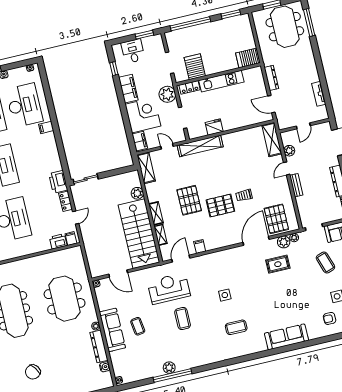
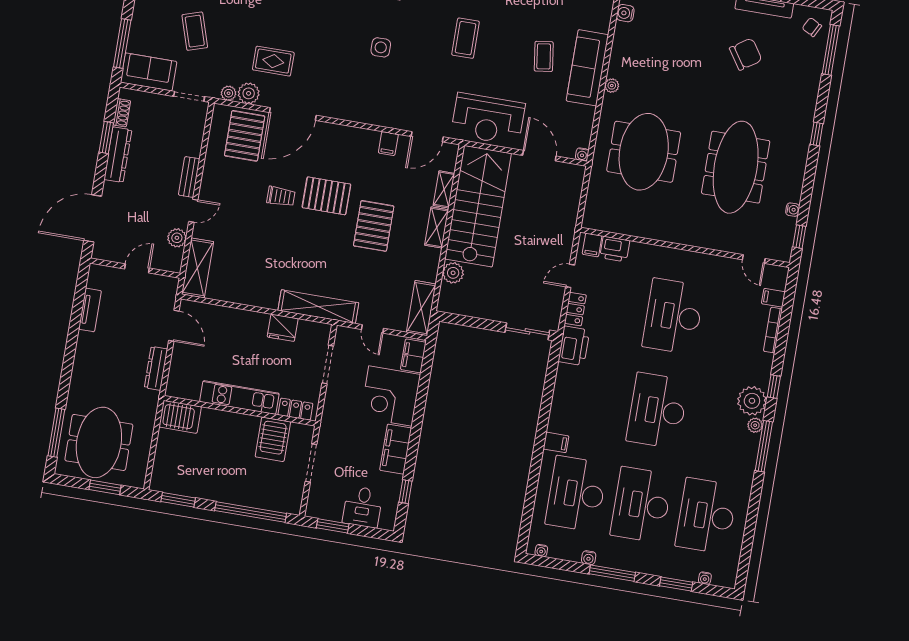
plant: (167, 94) -> (336, 413), removed
reception desk: (169, 288) -> (488, 119), moved
dresser: (99, 346) -> (621, 50), removed

